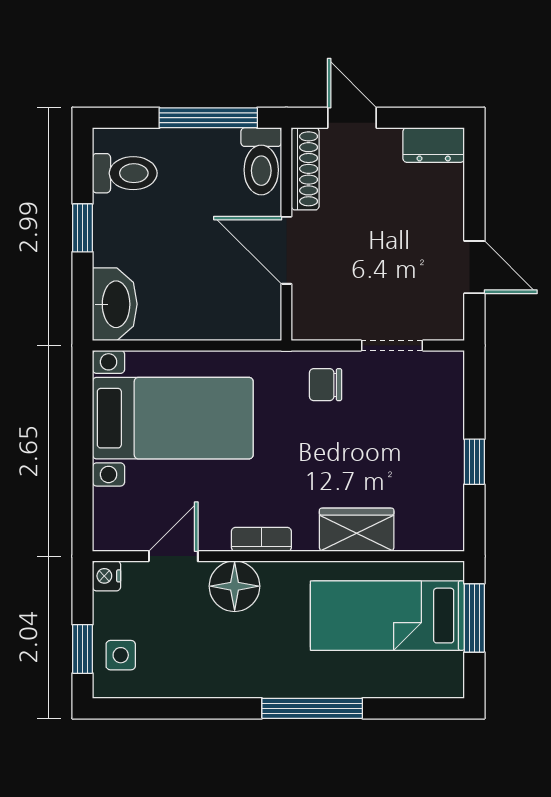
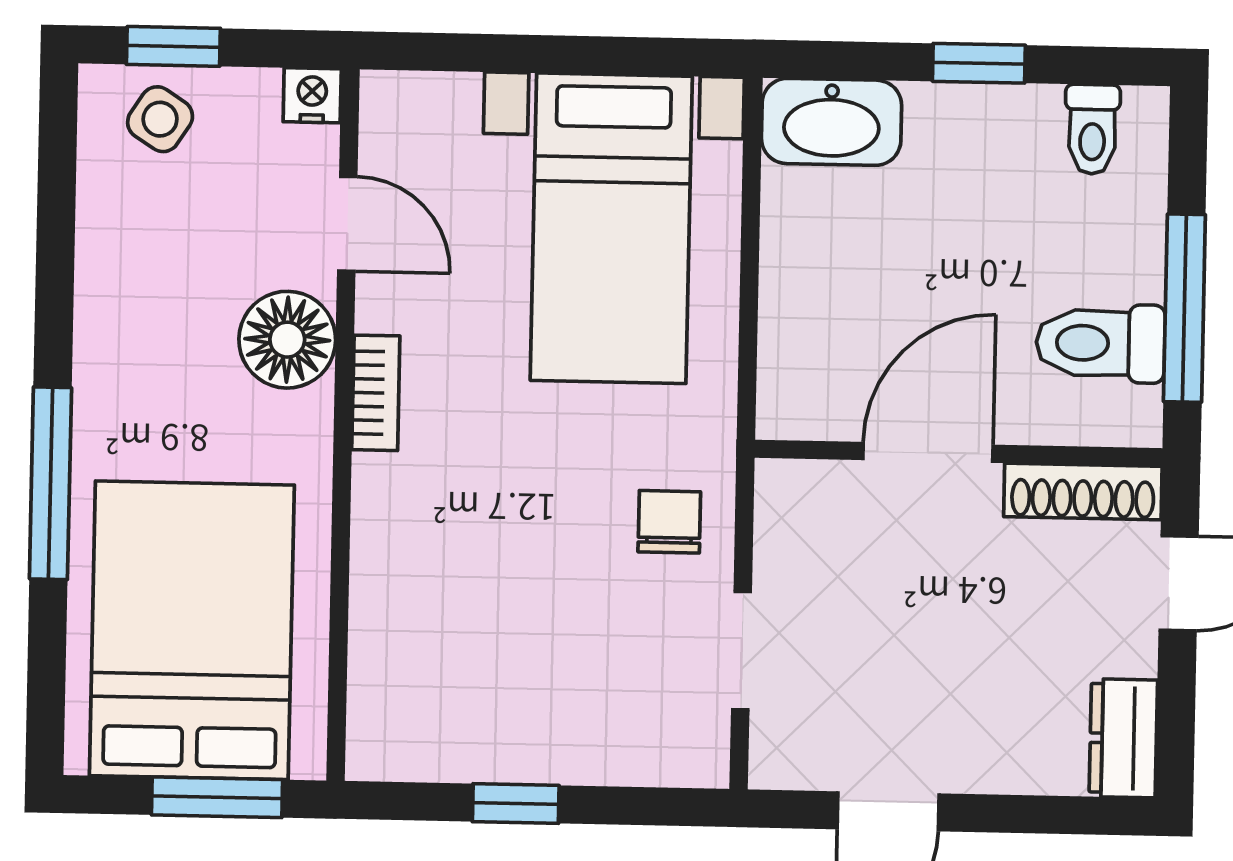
toilet: (261, 161) -> (1100, 343), moved
toilet: (125, 173) -> (1092, 129), width x0.73, depth x0.72
wardrobe: (357, 530) -> (390, 575), removed
bed: (387, 616) -> (192, 630), width x1.50
side table: (121, 655) -> (160, 119), turned 33

